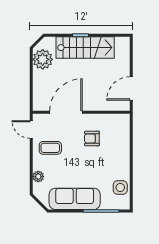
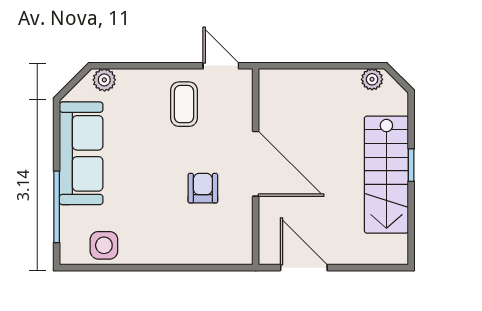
plant: (43, 59) -> (372, 79), width x0.53, depth x0.53
door: (66, 112) -> (256, 164), moved
door: (31, 130) -> (221, 66), hinge flipped
plant: (38, 177) -> (104, 80), moved

